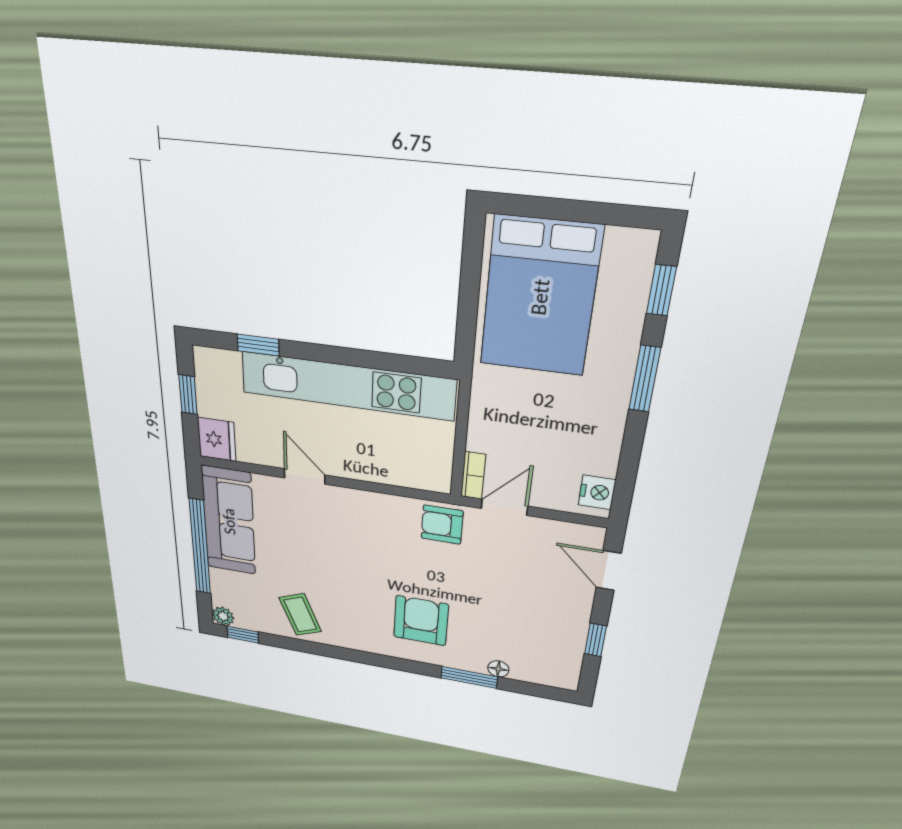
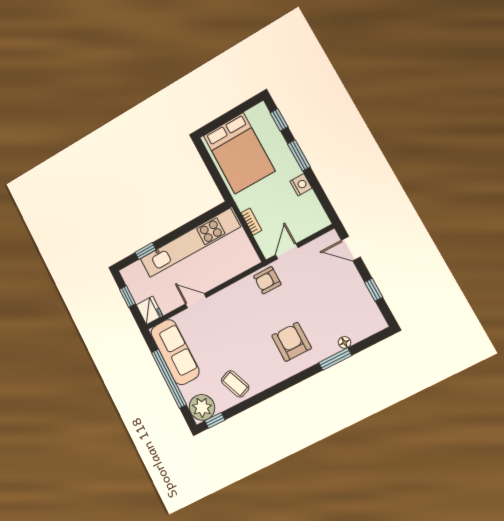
bookcase: (473, 475) -> (251, 222), moved
nightstand: (597, 492) -> (301, 185), moved
plant: (223, 616) -> (202, 407), width x1.87, depth x1.87

